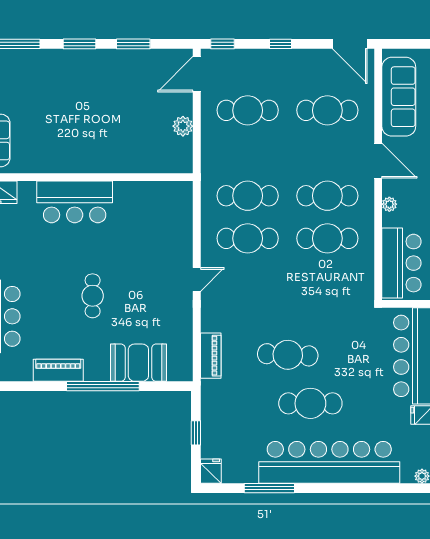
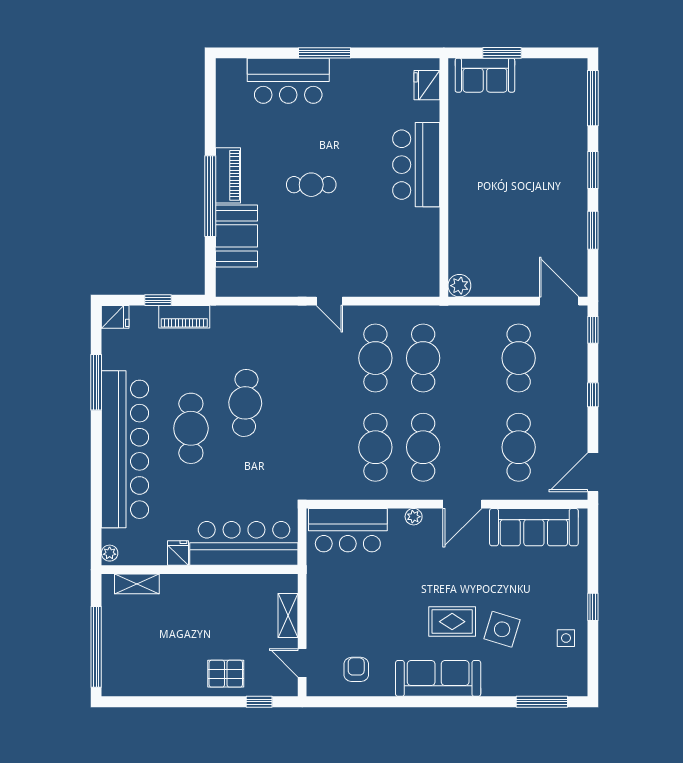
plant: (183, 126) -> (459, 286), moved
piano: (211, 356) -> (184, 317), moved
piano: (58, 370) -> (228, 175), moved

